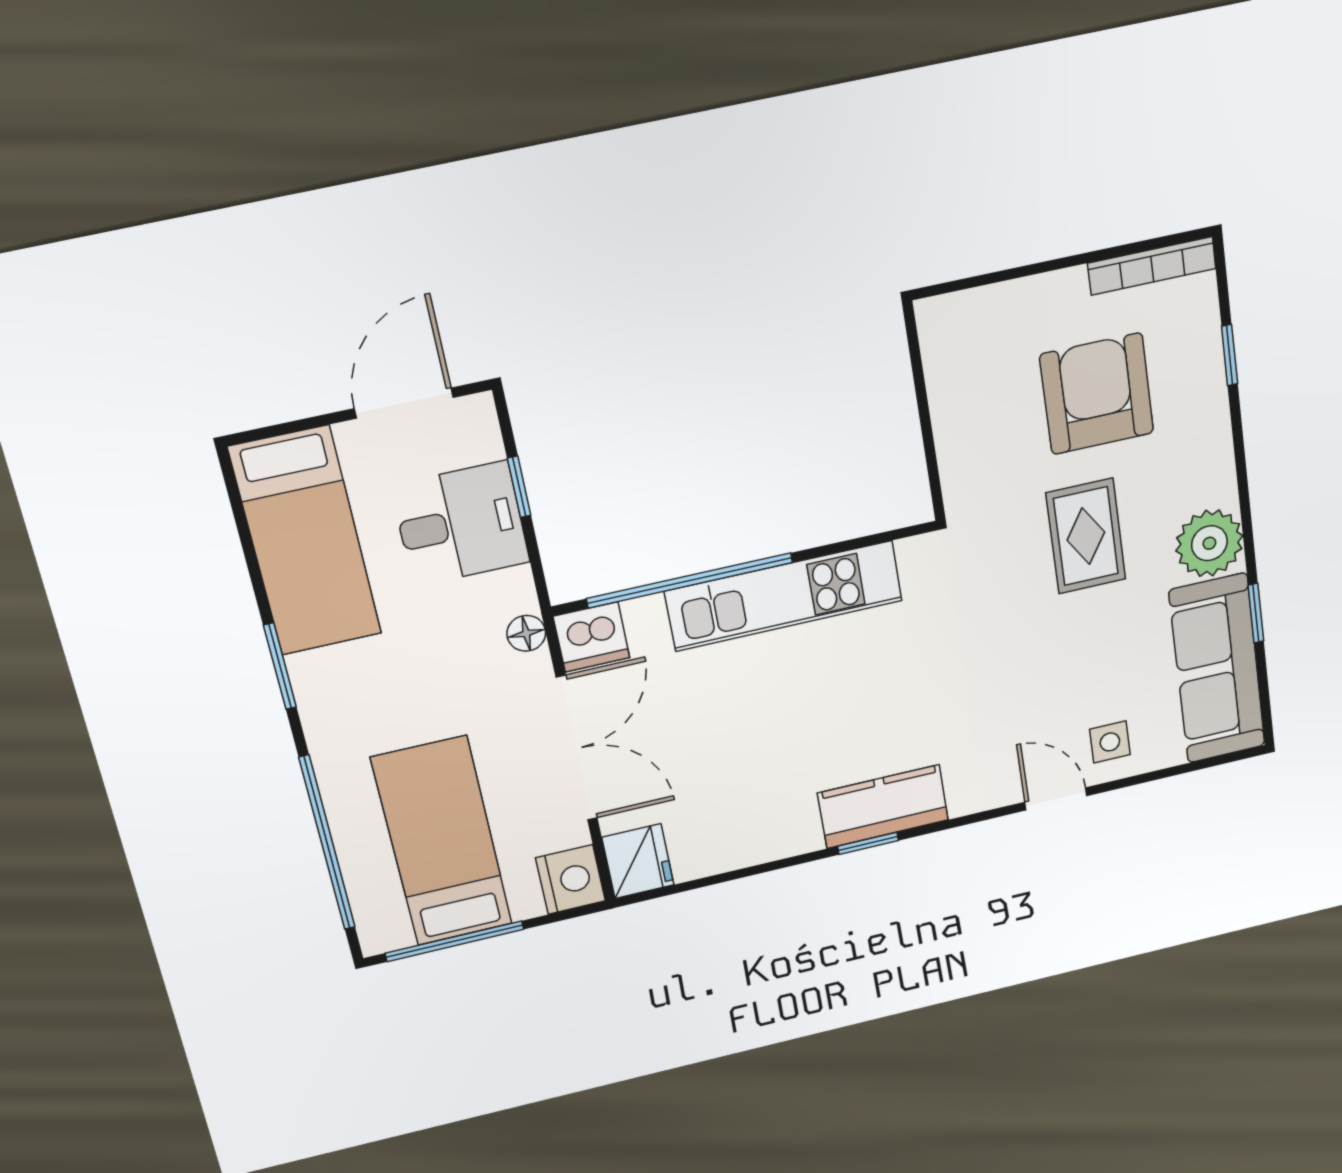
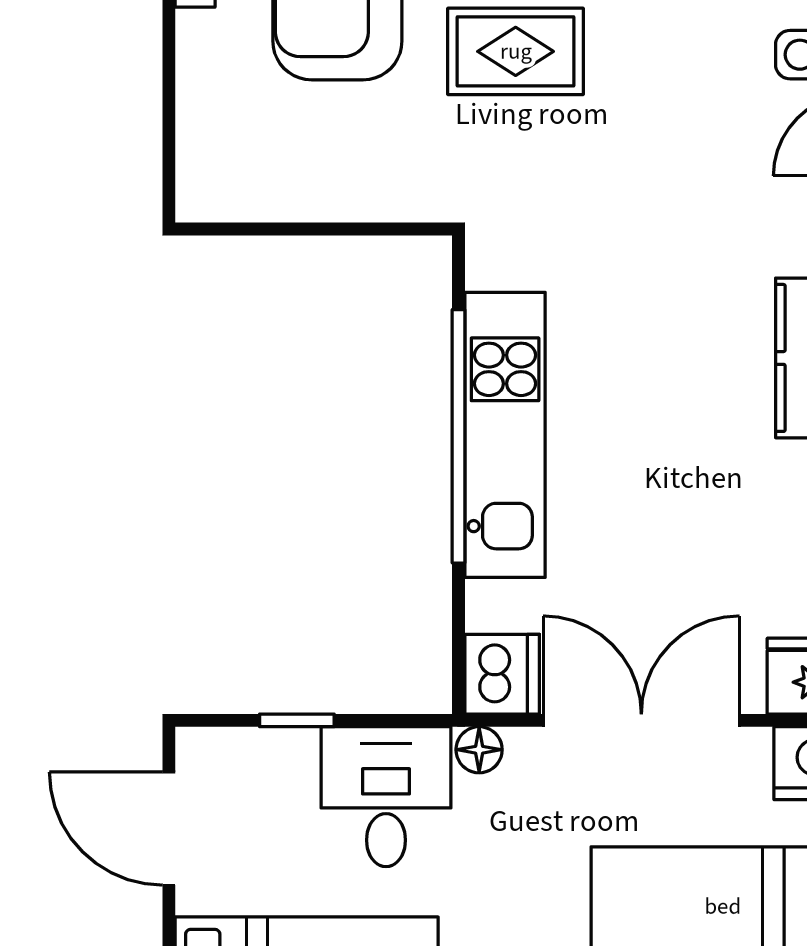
desk: (460, 524) -> (386, 797), moved
window: (690, 580) -> (459, 436), moved

